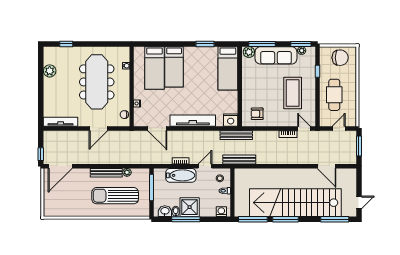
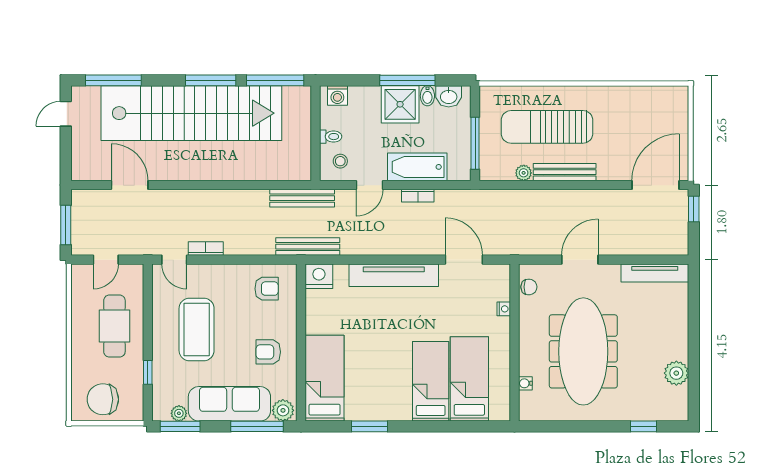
armchair: (256, 82) -> (268, 352), added
sun lounger: (115, 196) -> (547, 127), turned 180

